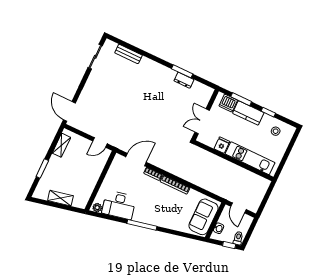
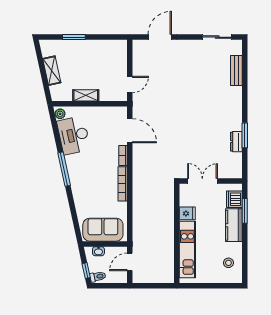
door: (69, 111) -> (160, 37), moved
window: (268, 112) -> (245, 246), removed
door: (100, 142) -> (130, 84), swing flipped
shelving: (61, 145) -> (86, 95), moved

